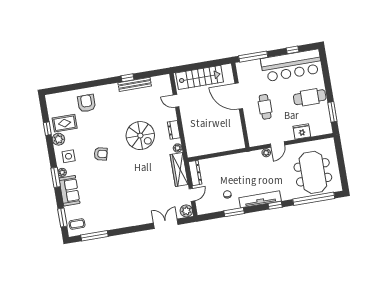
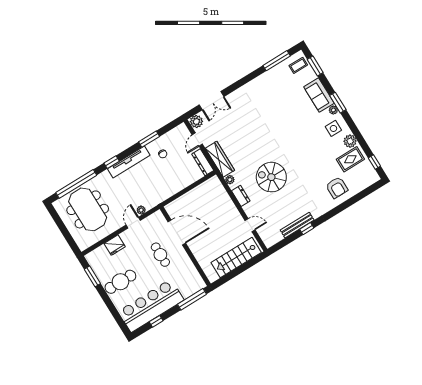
door: (239, 96) -> (177, 232), moved
window: (47, 129) -> (374, 162), moved
armchair: (101, 154) -> (303, 143), removed

